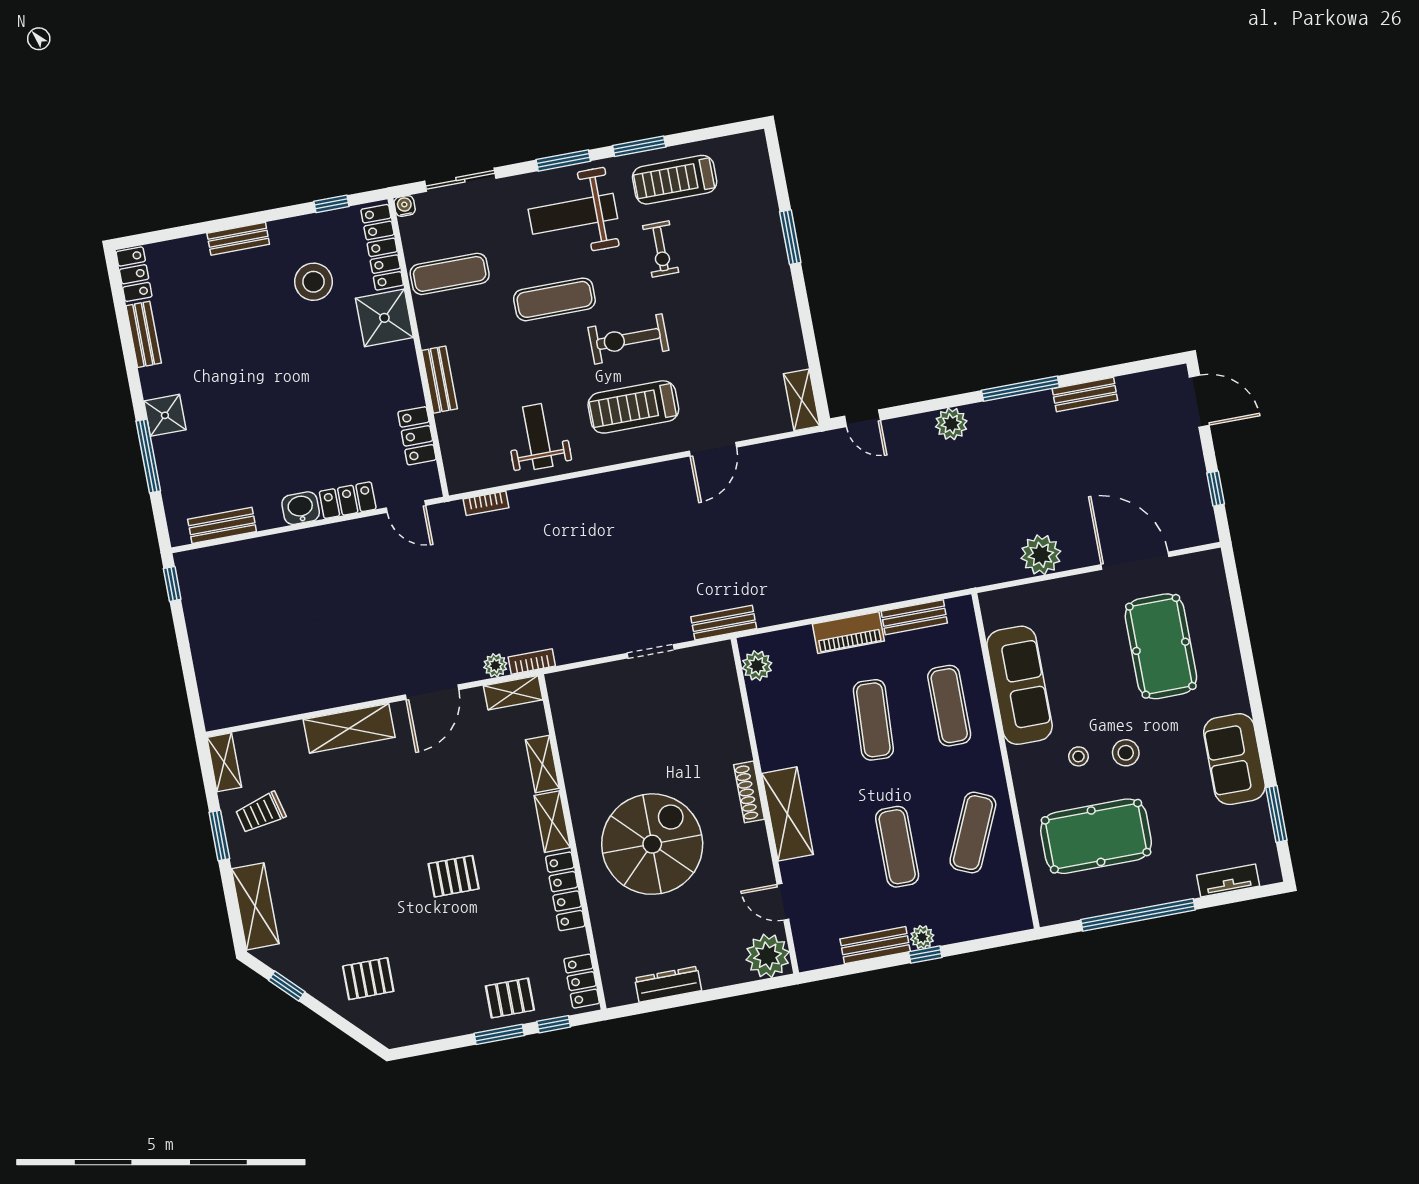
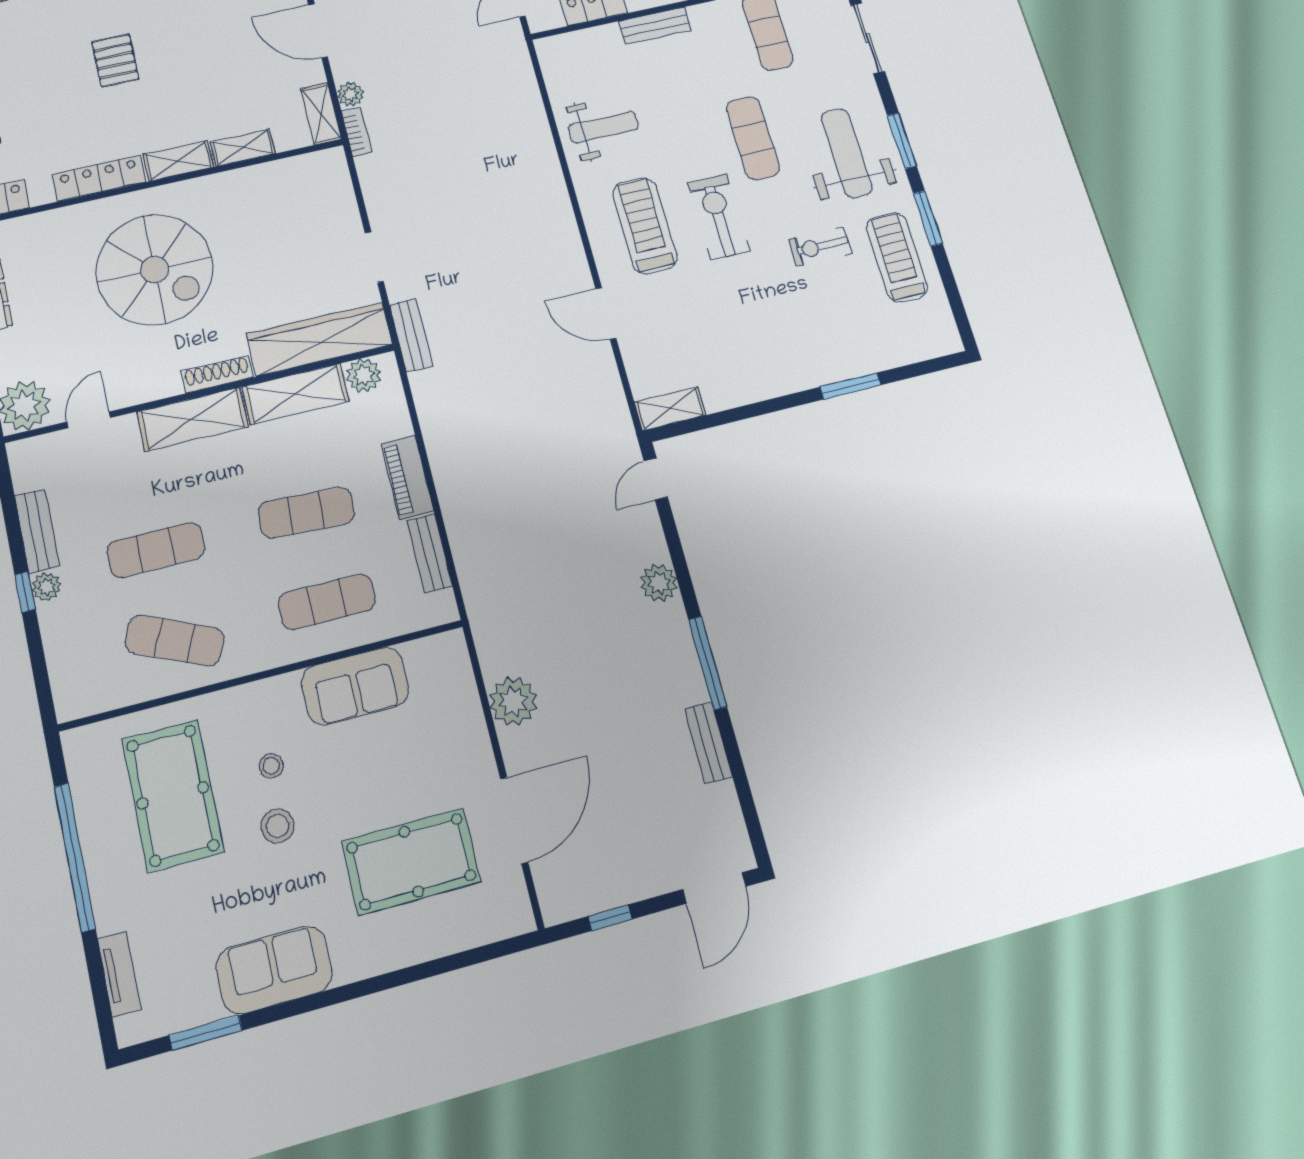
bookcase: (486, 503) -> (527, 78), removed
sofa: (1020, 685) -> (355, 686), width x0.73
wardrobe: (723, 703) -> (320, 339), added
shelving: (770, 725) -> (296, 394), added

